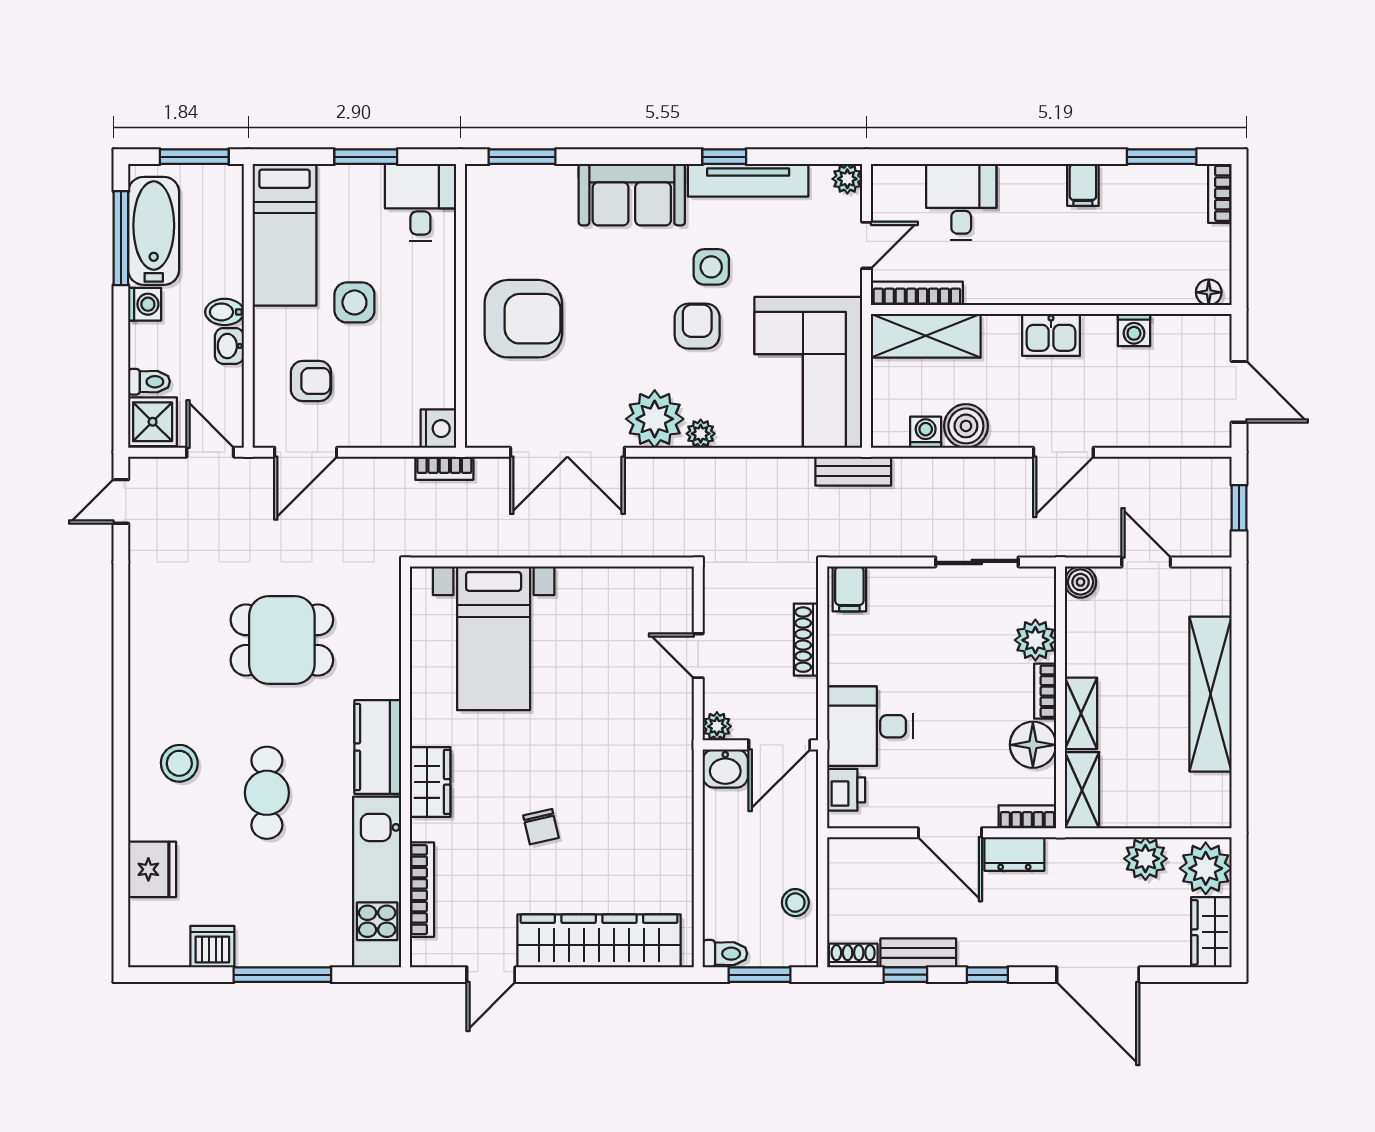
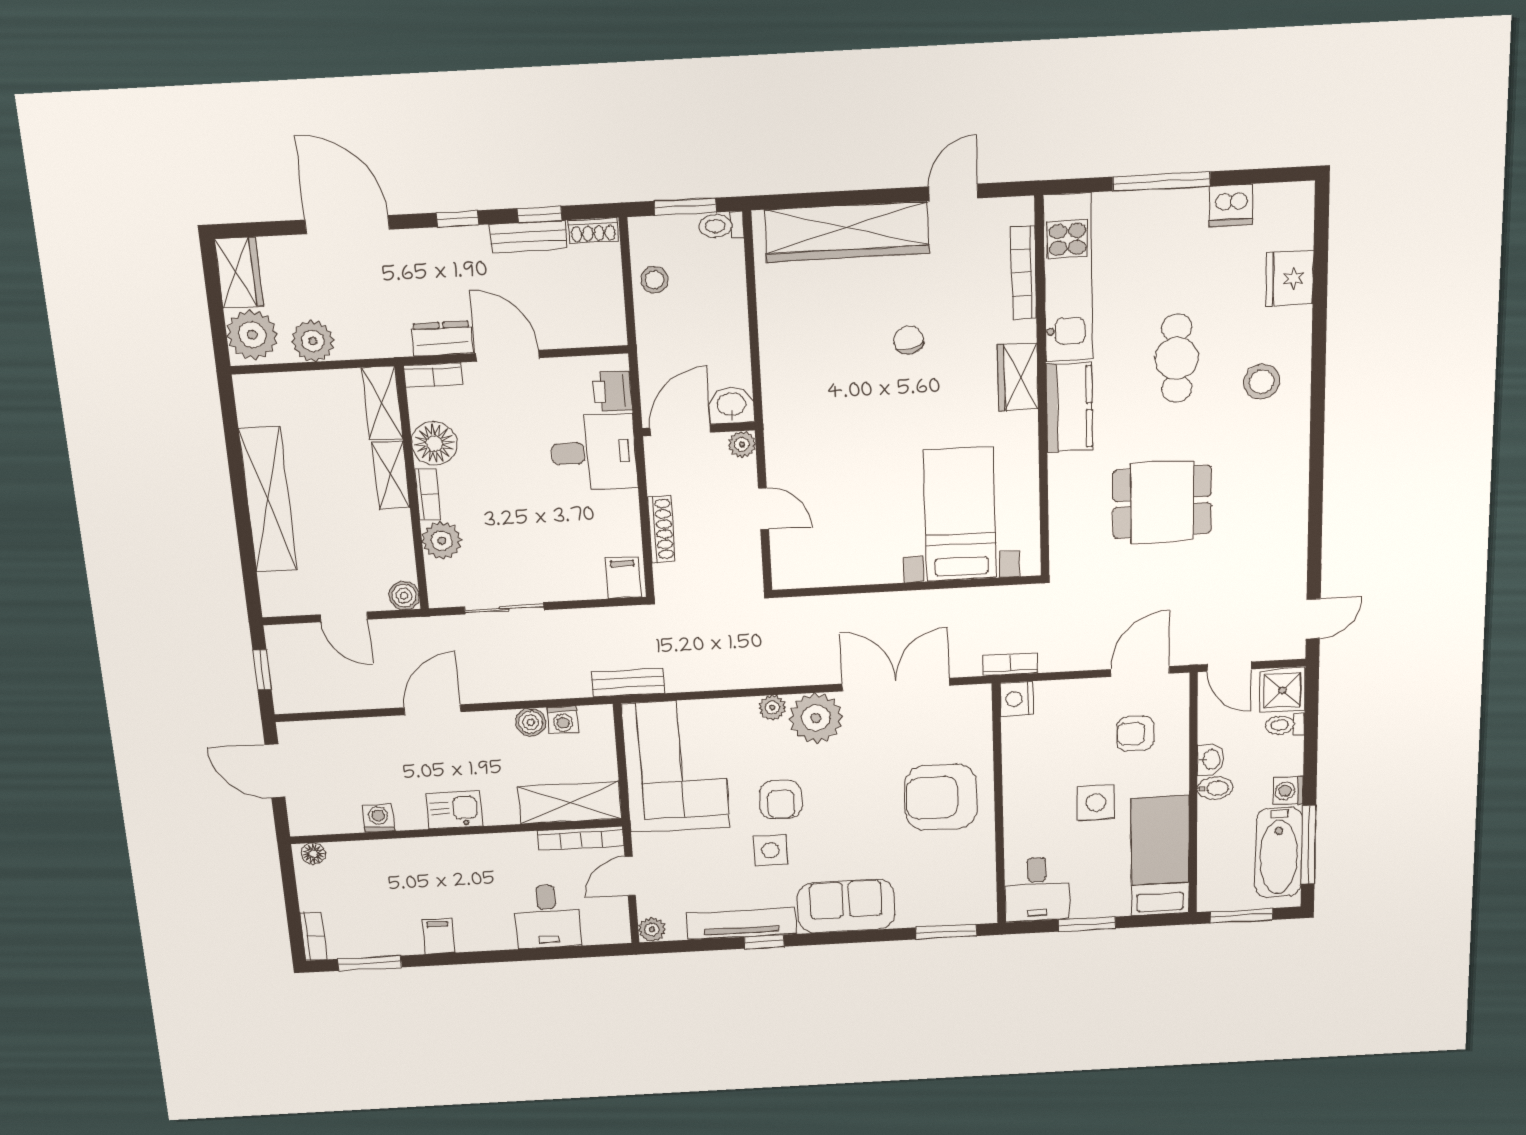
boiler: (966, 426) -> (531, 722), width x0.73, depth x0.73

